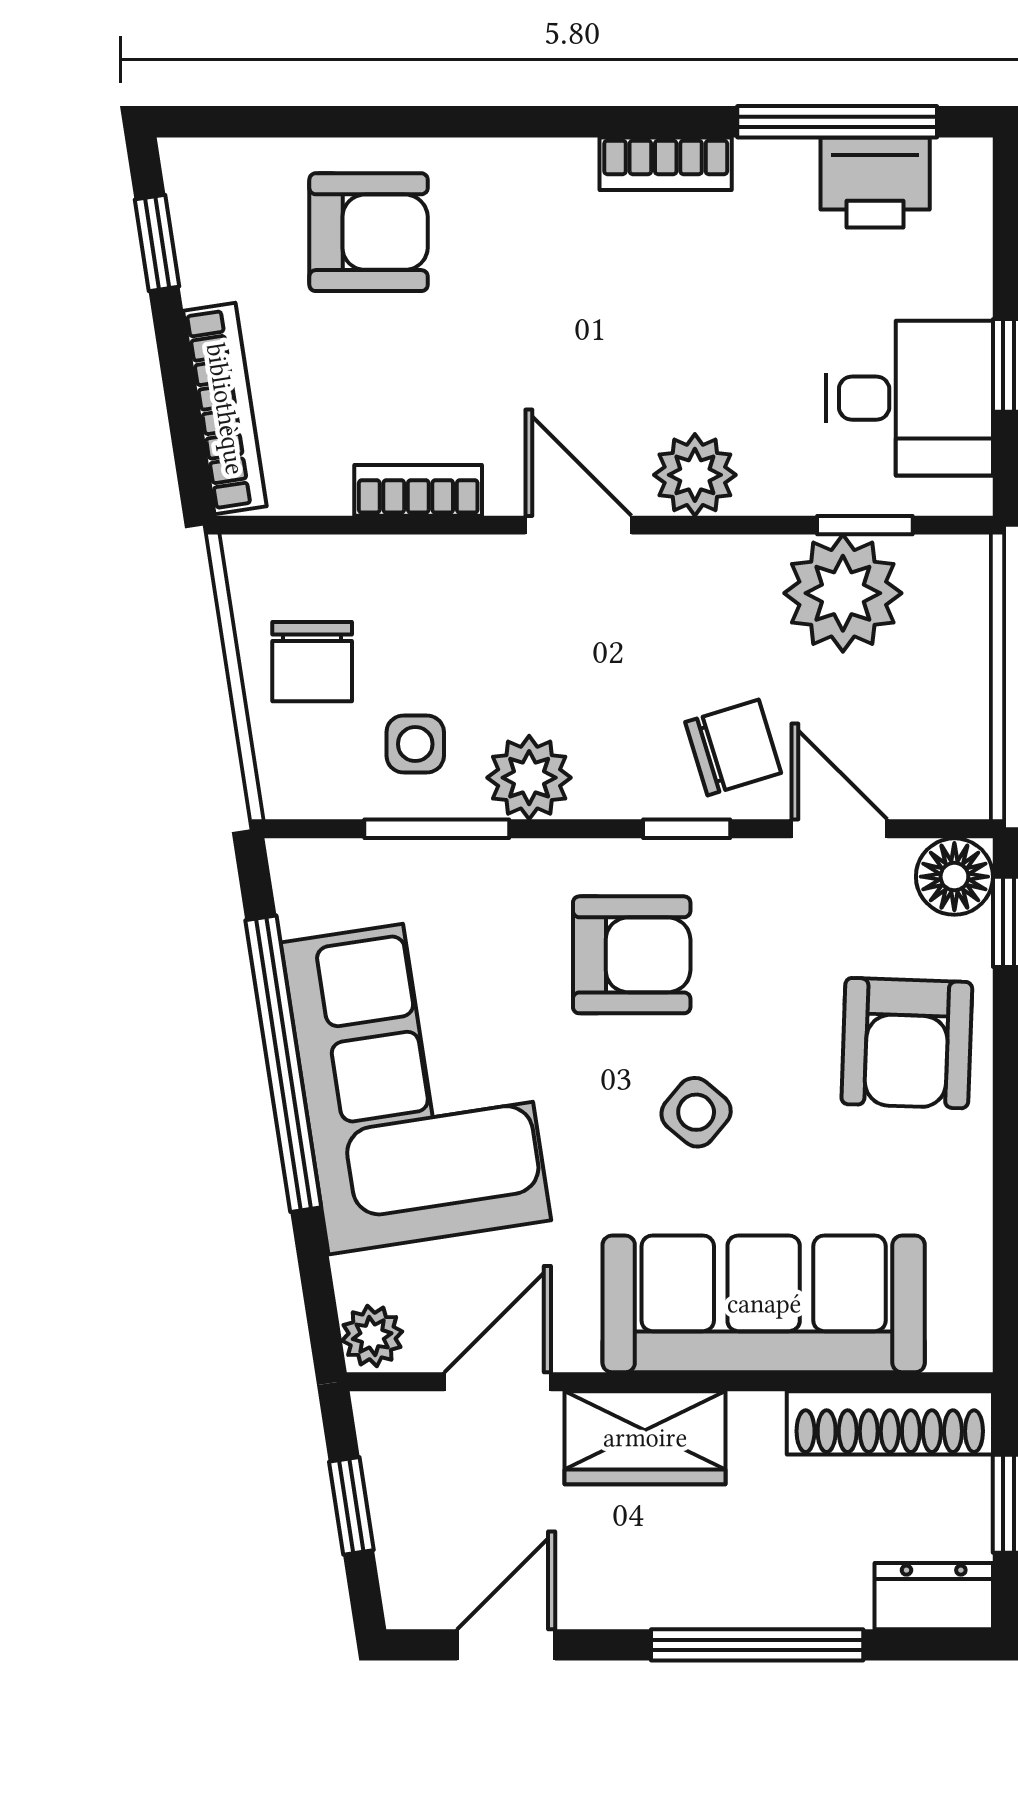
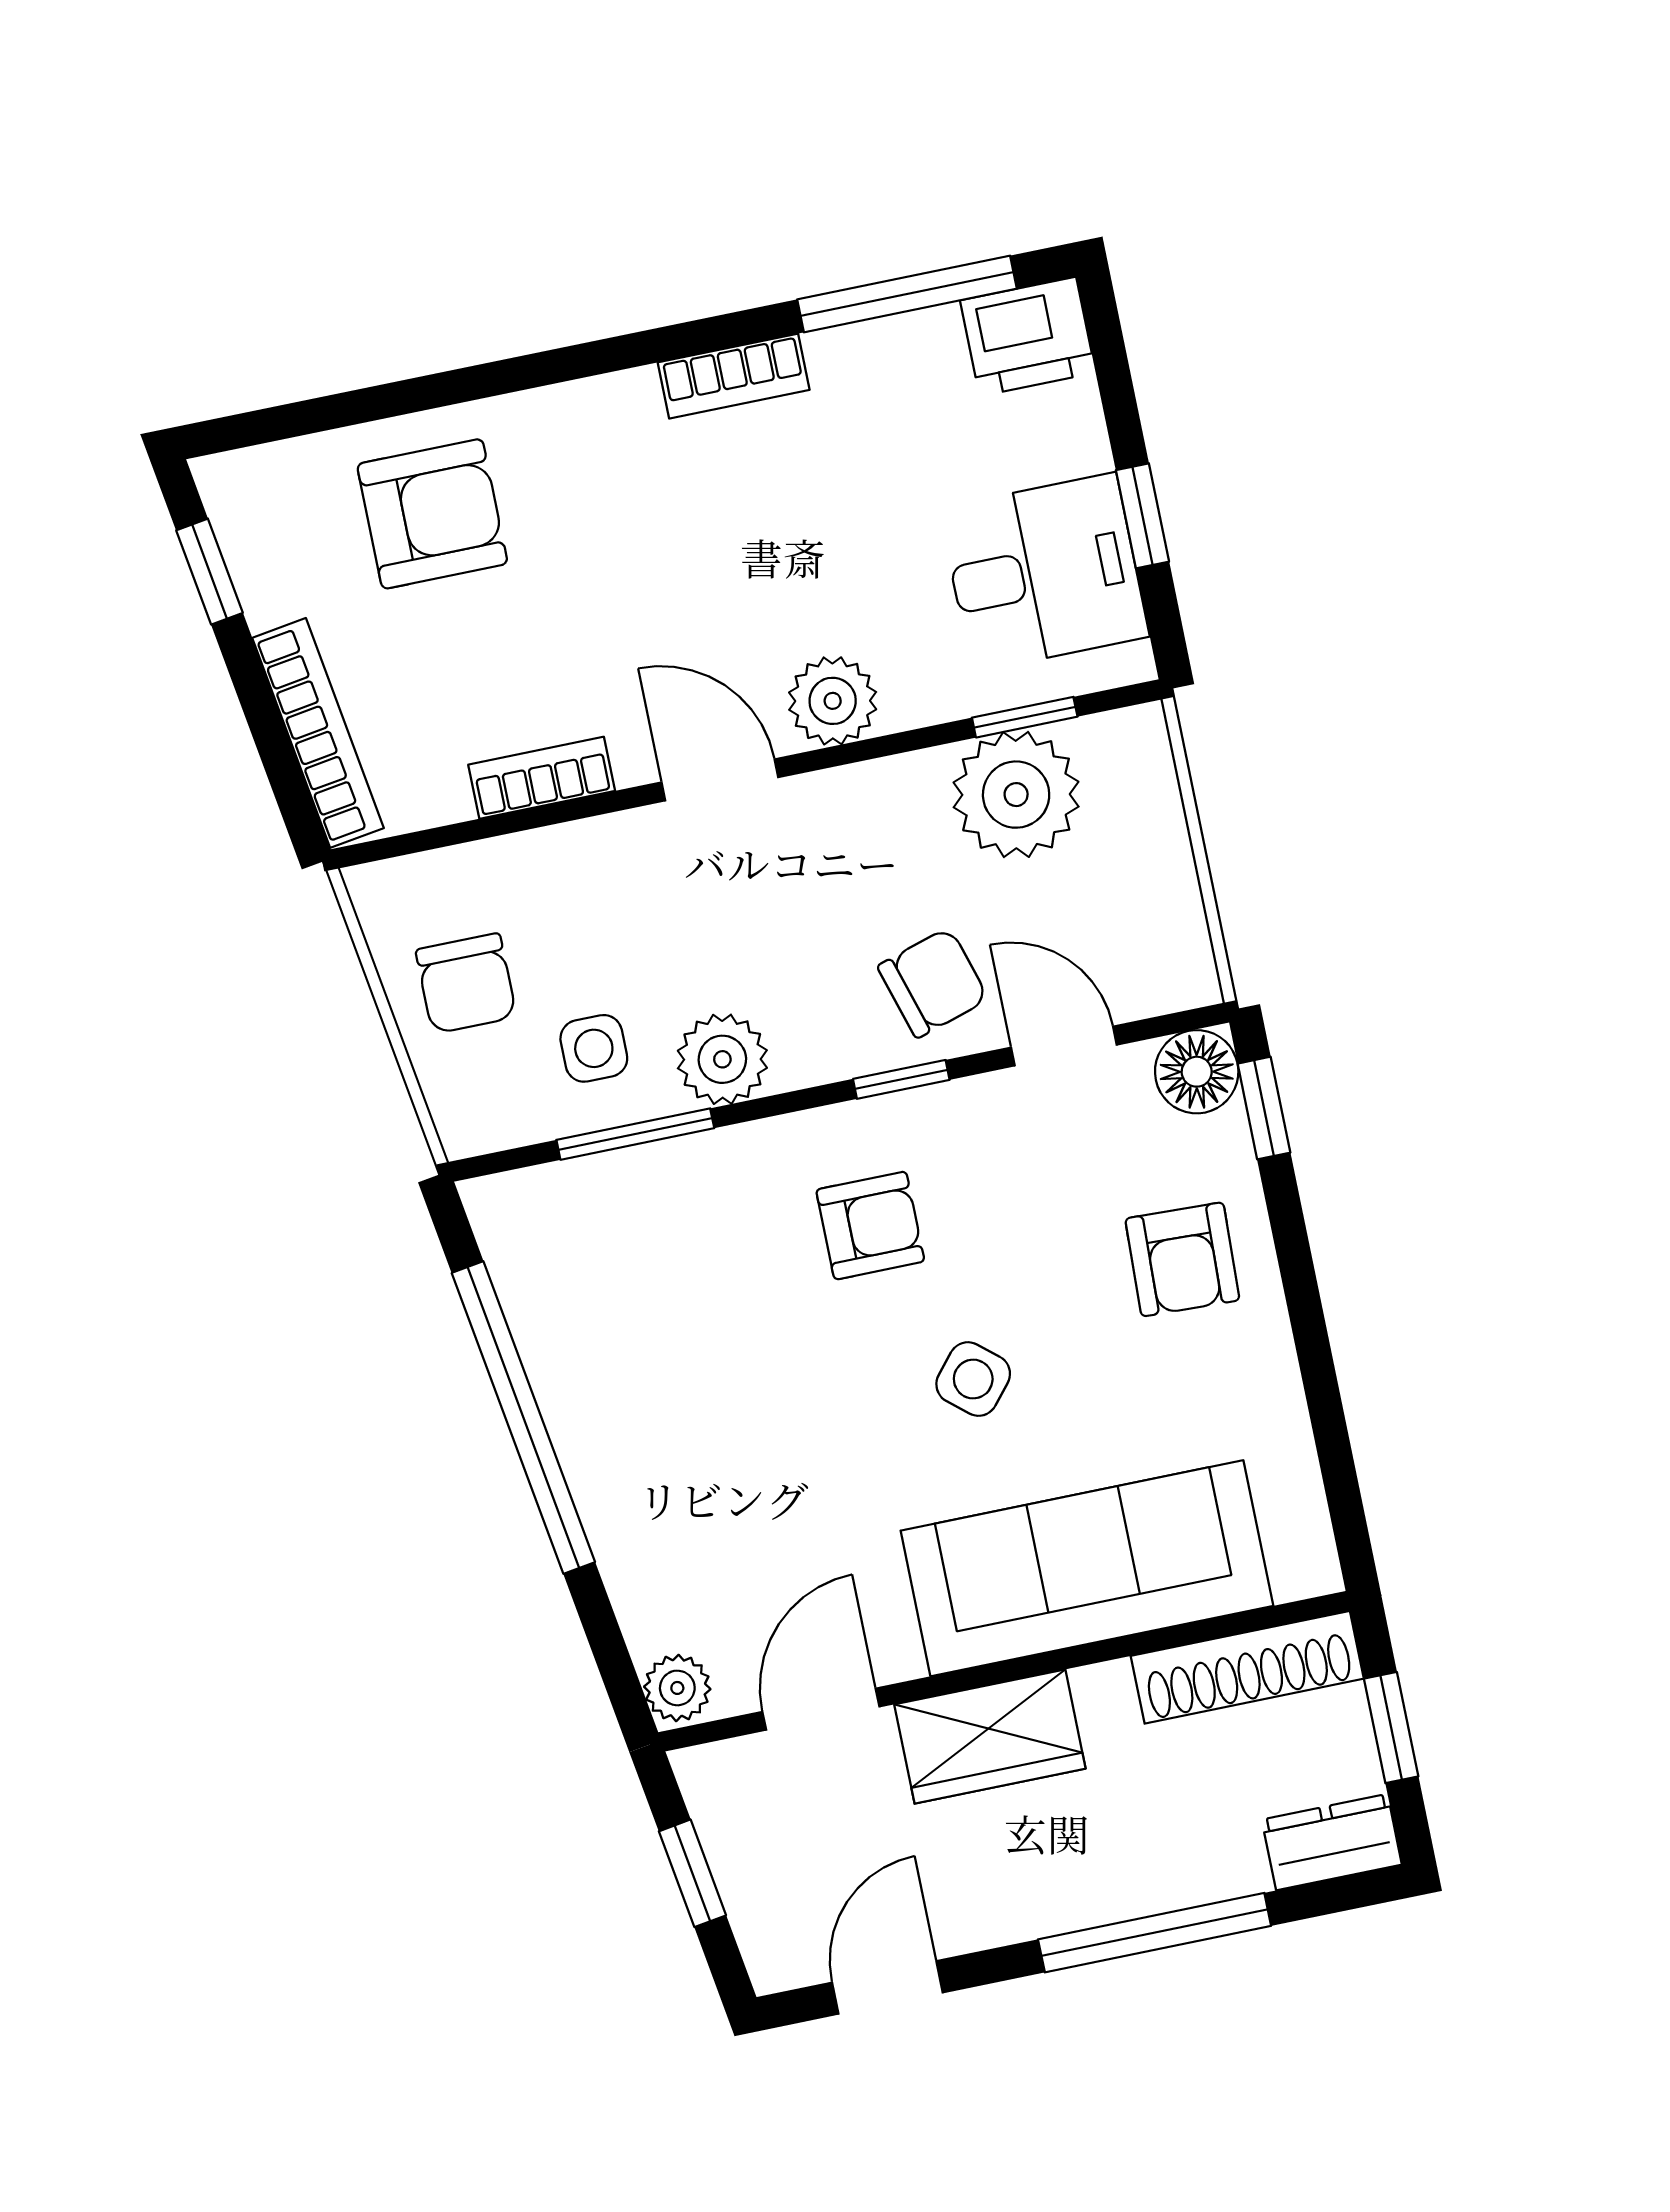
printer: (875, 182) -> (1028, 337), moved
armchair: (632, 955) -> (870, 1226), width x0.72, depth x0.72
armchair: (907, 1043) -> (1182, 1259), width x0.72, depth x0.72
corner sofa: (416, 1081) -> (668, 1407), removed

